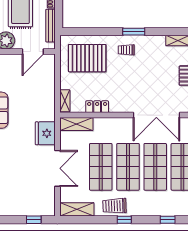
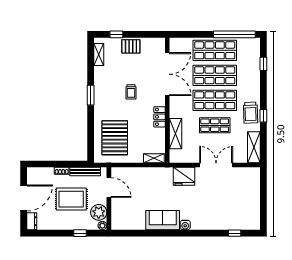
trolley: (126, 50) -> (131, 92), moved
locker: (97, 107) -> (160, 117), moved
shelving: (76, 124) -> (175, 134), moved
shop shelf: (101, 167) -> (215, 125), width x0.70, depth x0.74
window: (34, 220) -> (263, 187), removed
window: (124, 220) -> (263, 116), moved

